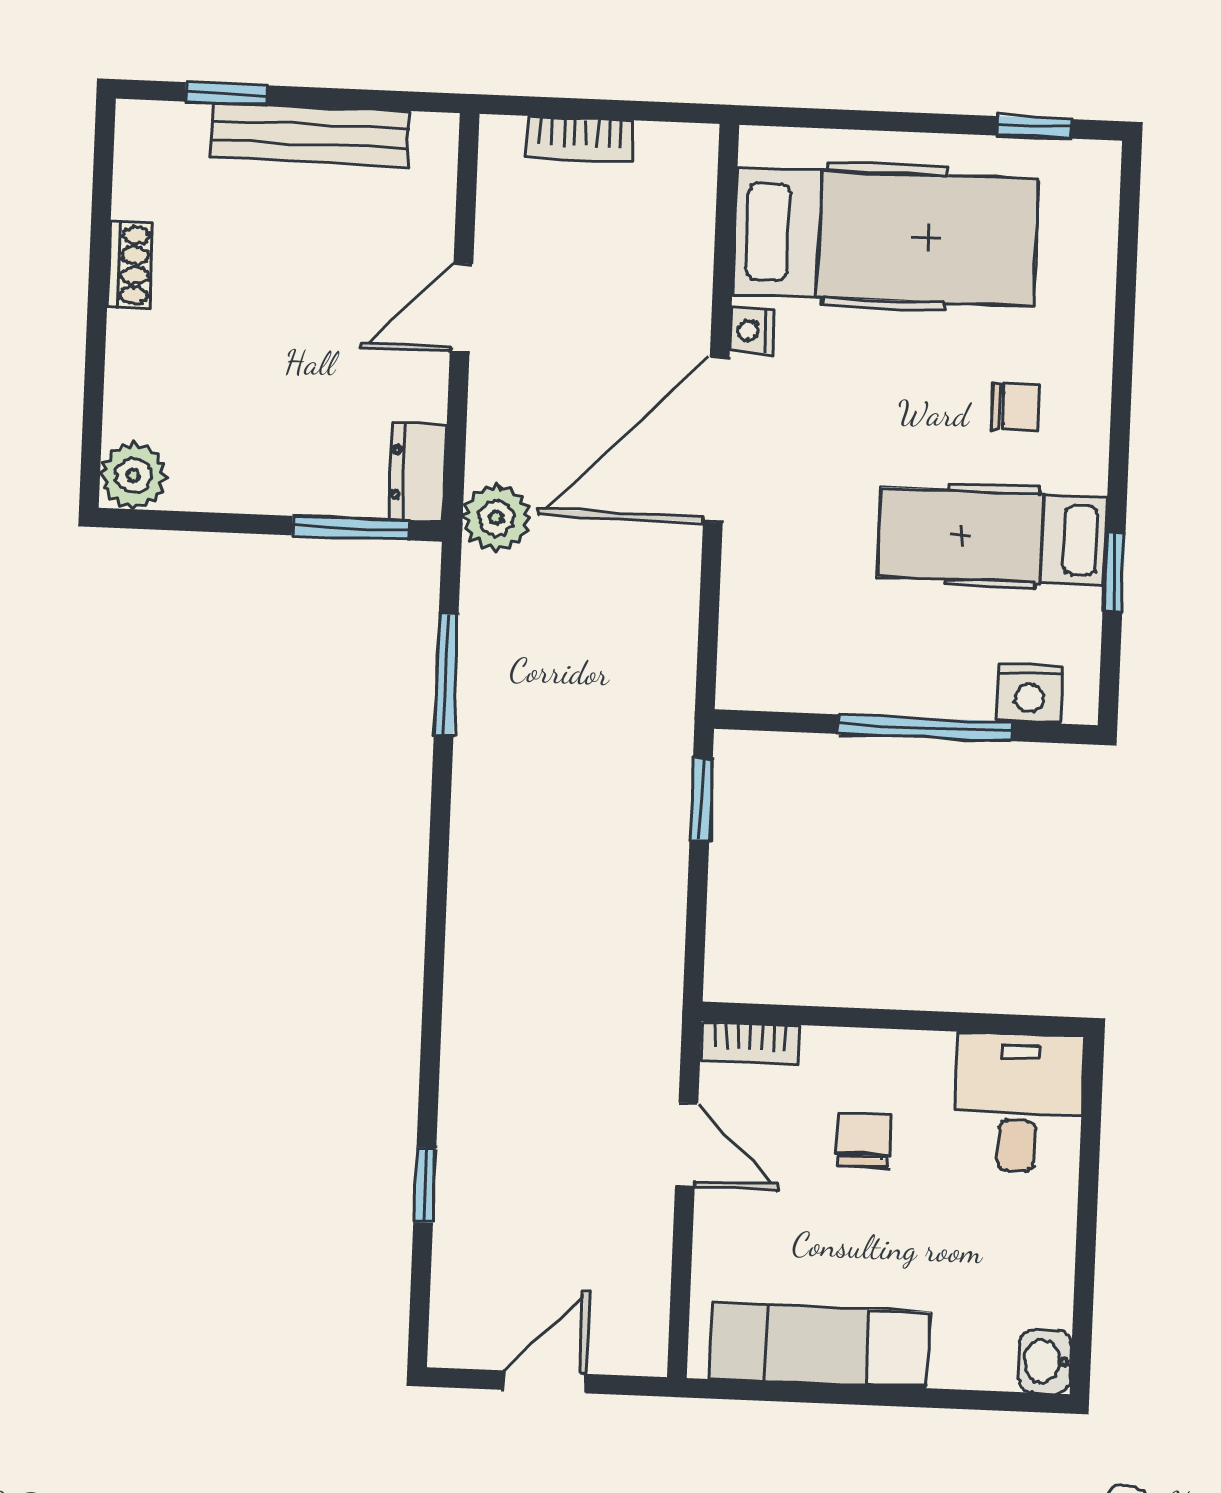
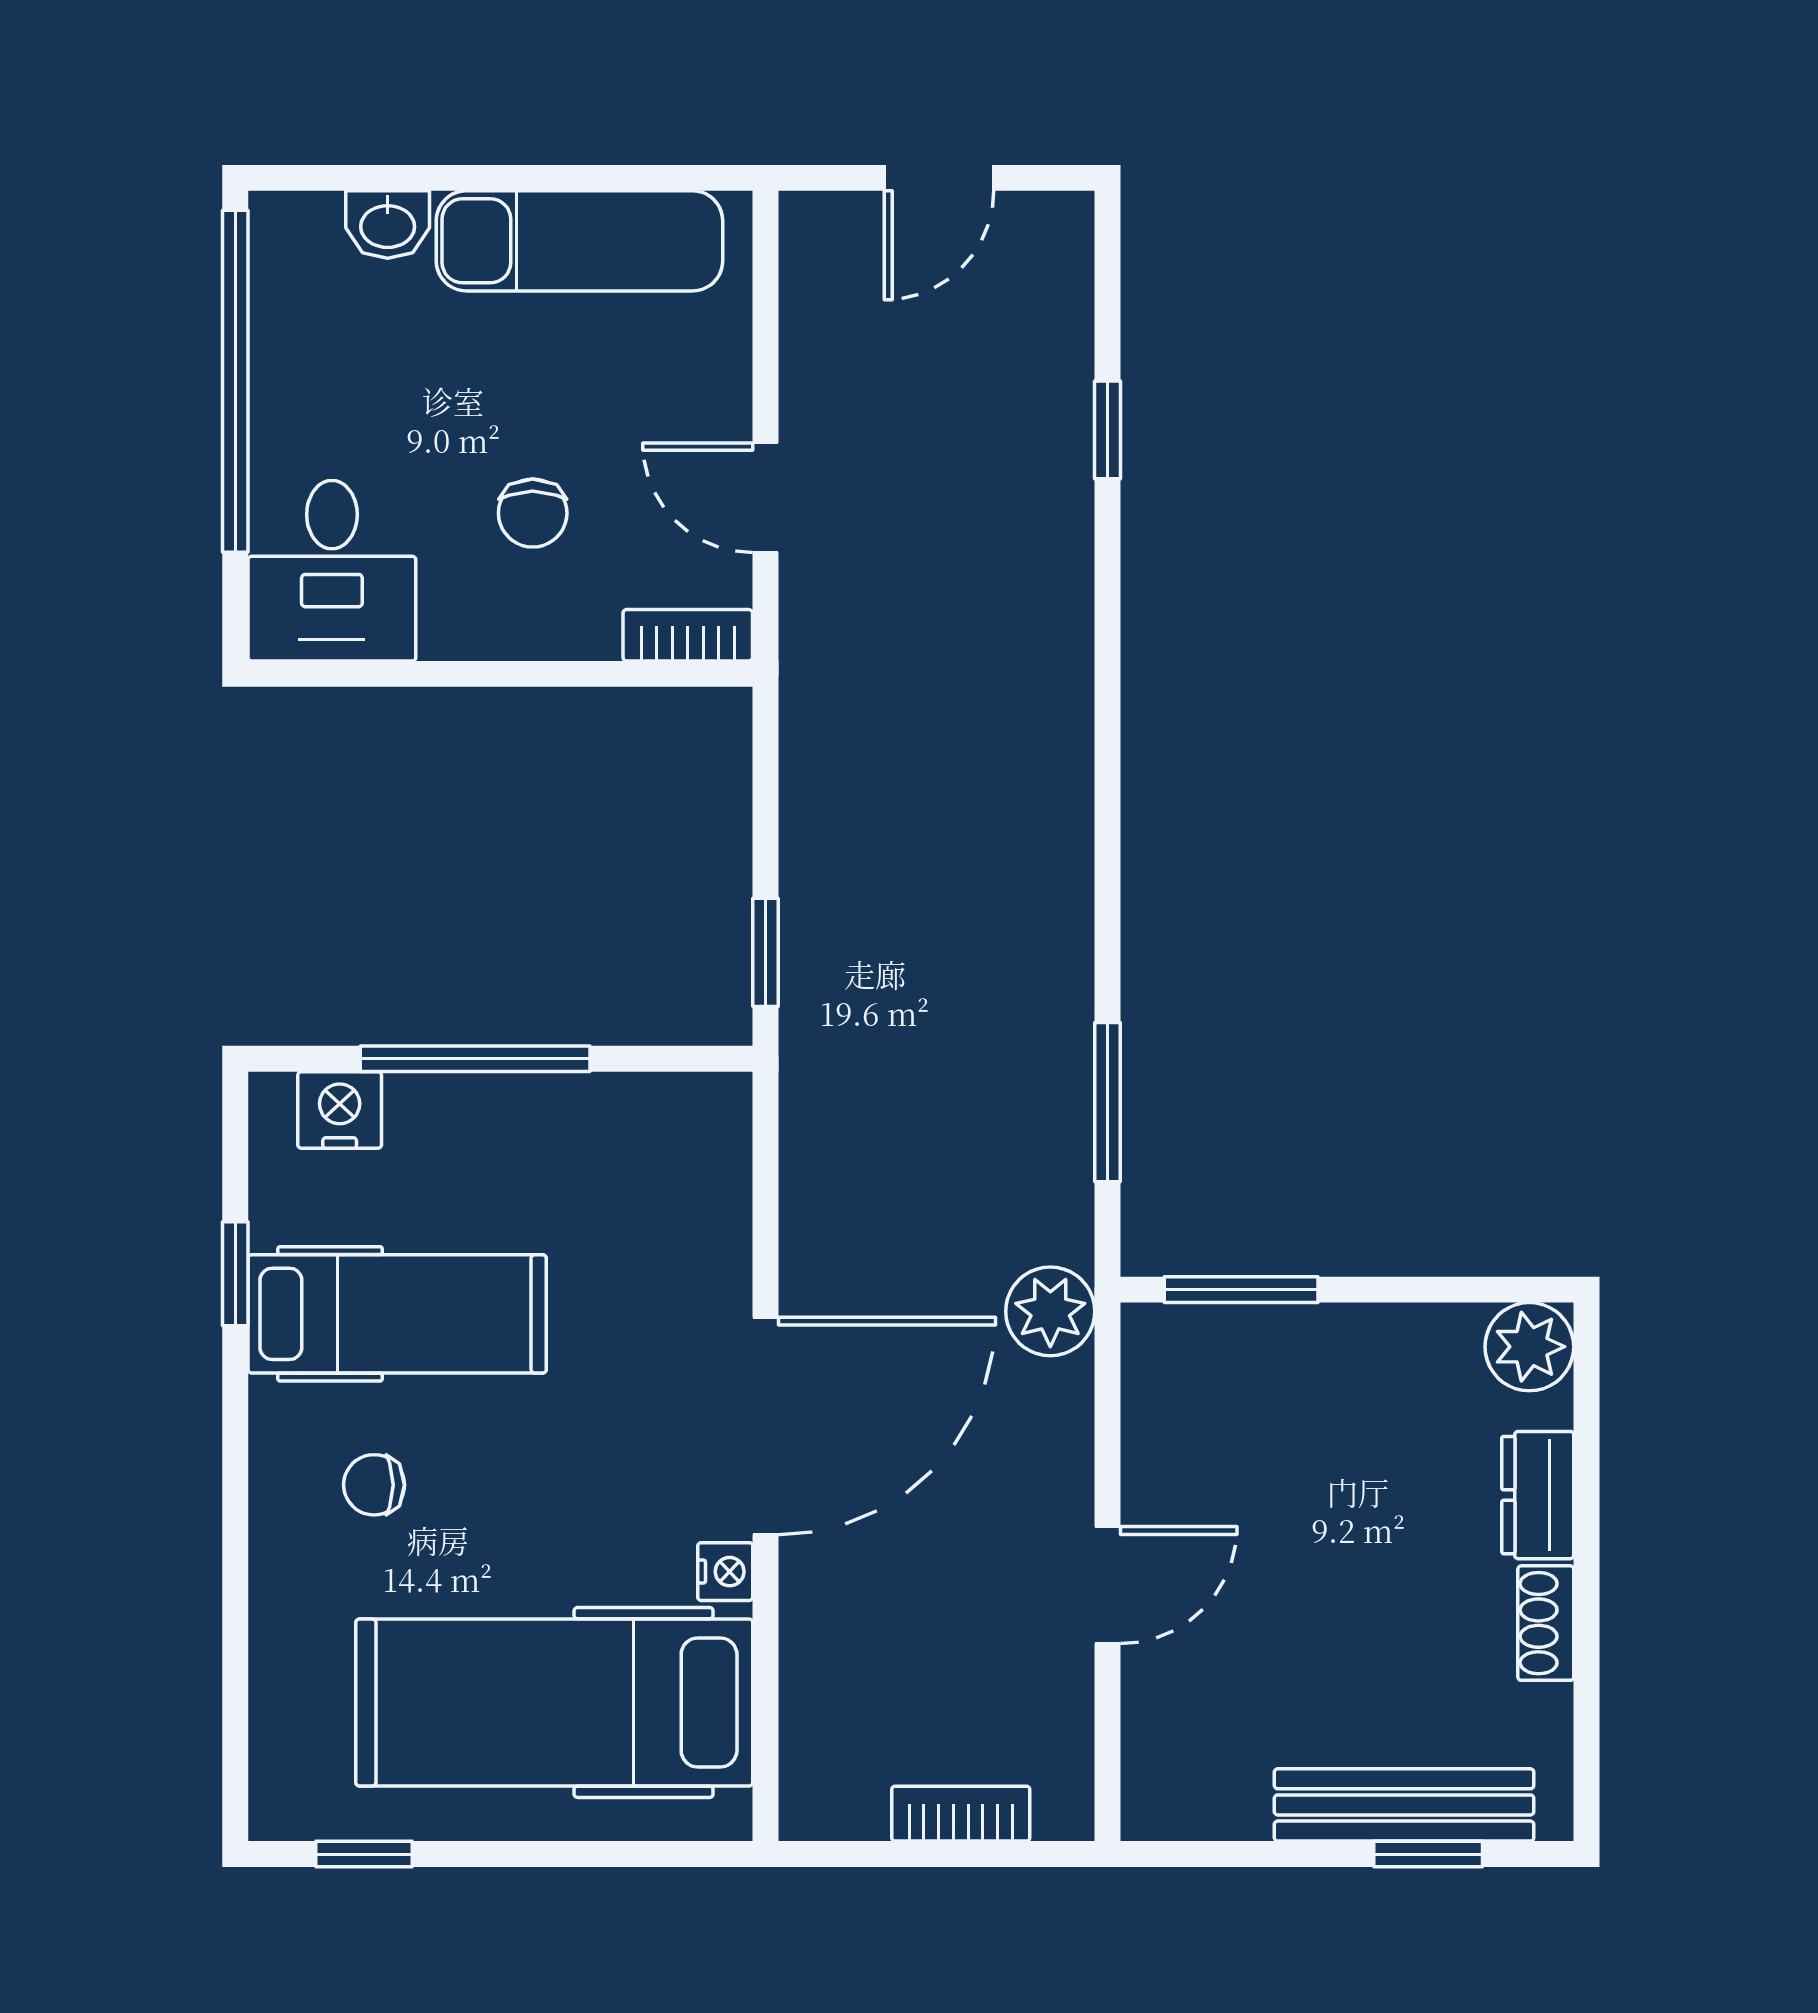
bench: (310, 134) -> (1404, 1805), moved
dresser: (418, 473) -> (1538, 1495), moved, turned 180
window: (1086, 1250) -> (235, 381), added
washbasin: (1045, 1361) -> (388, 225), moved, turned 90

